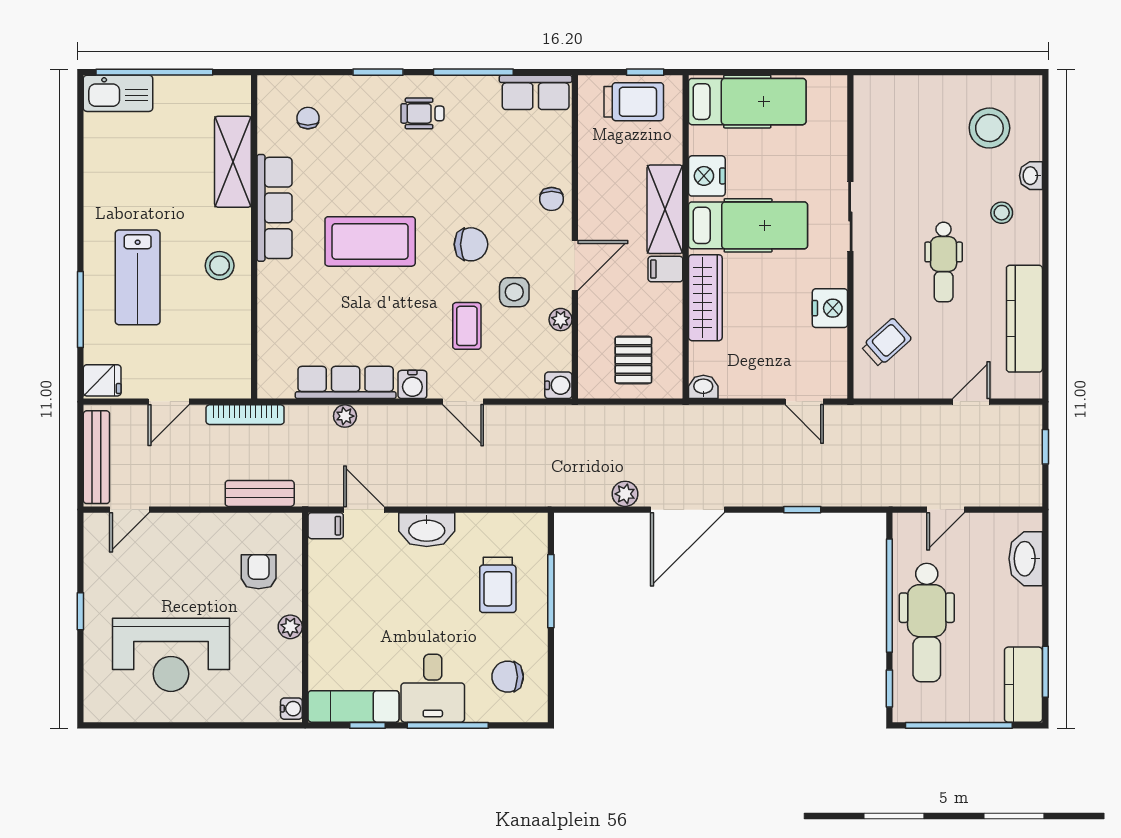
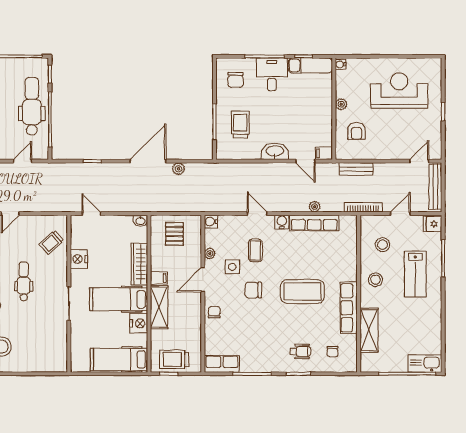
wheelchair: (422, 113) -> (300, 351), moved
lab bench: (138, 277) -> (415, 274), turned 180
stool: (205, 338) -> (383, 245), added
chair: (508, 677) -> (236, 80), turned 90

